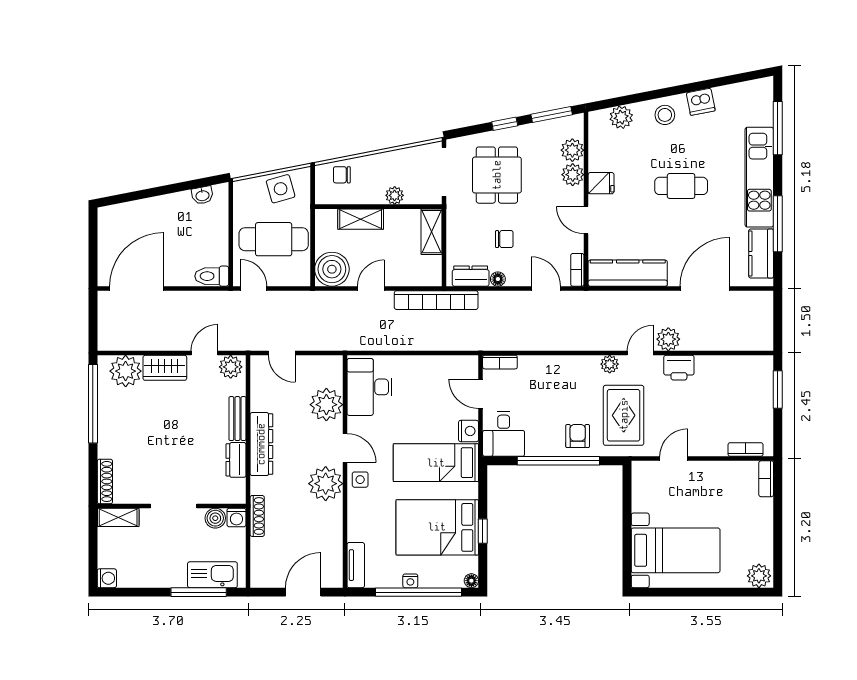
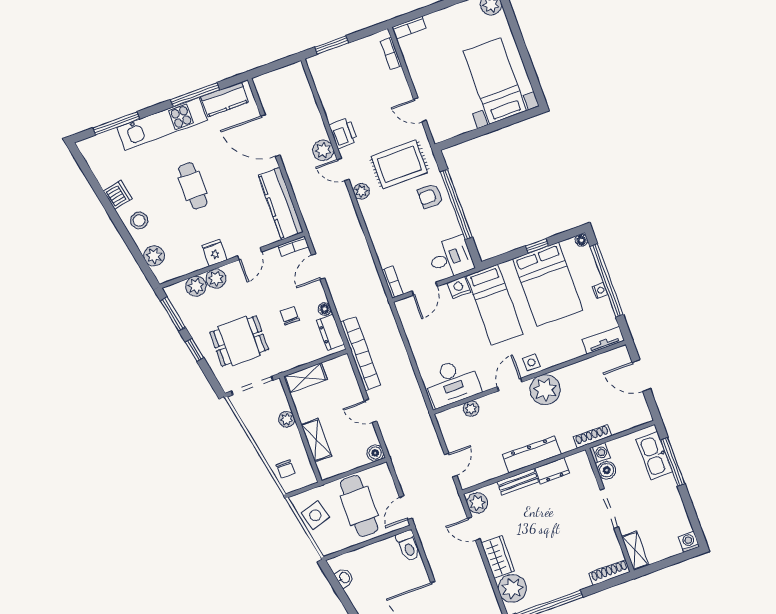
boiler: (332, 269) -> (375, 453), width x0.54, depth x0.54
plant: (326, 405) -> (471, 409), width x0.53, depth x0.53

